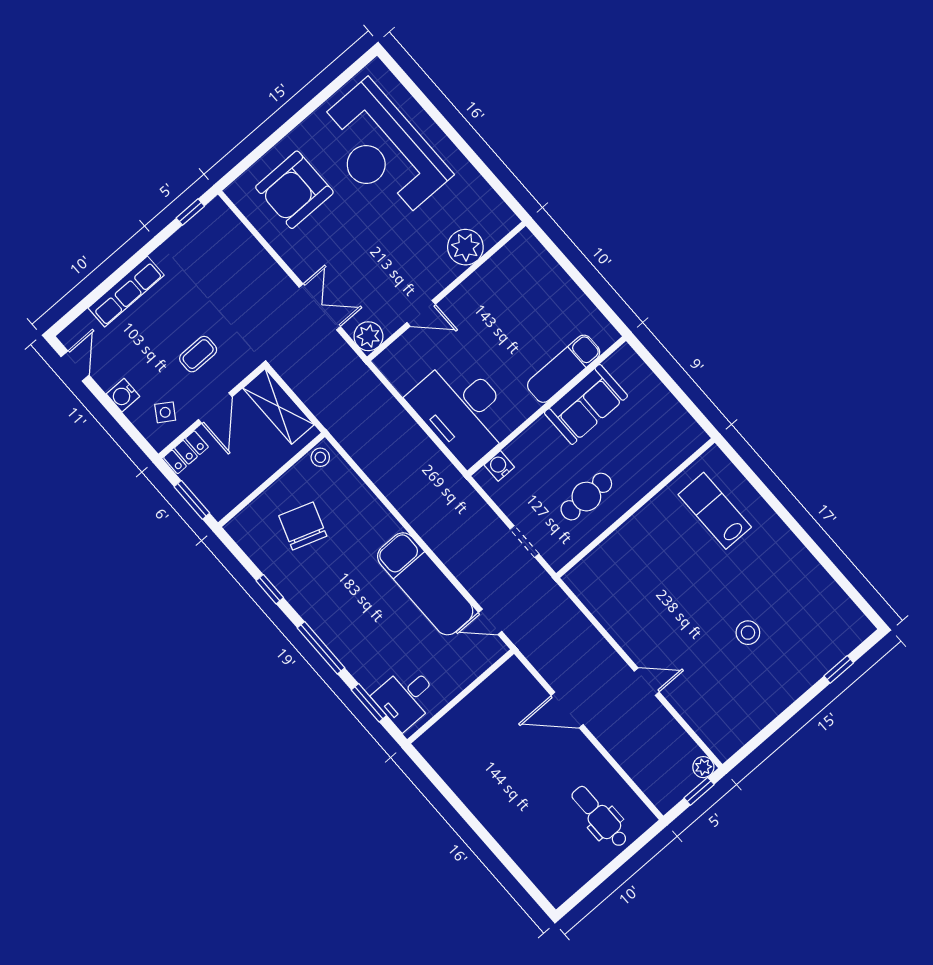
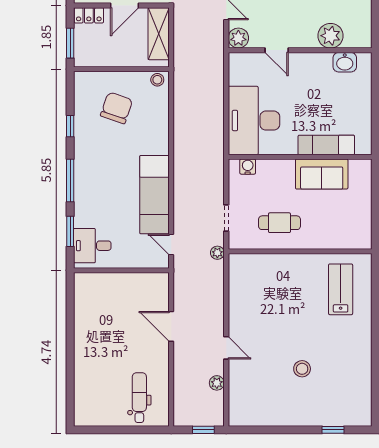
washbasin: (506, 262) -> (345, 62), added
plant: (548, 587) -> (217, 253), added
plant: (703, 767) -> (217, 383), moved

